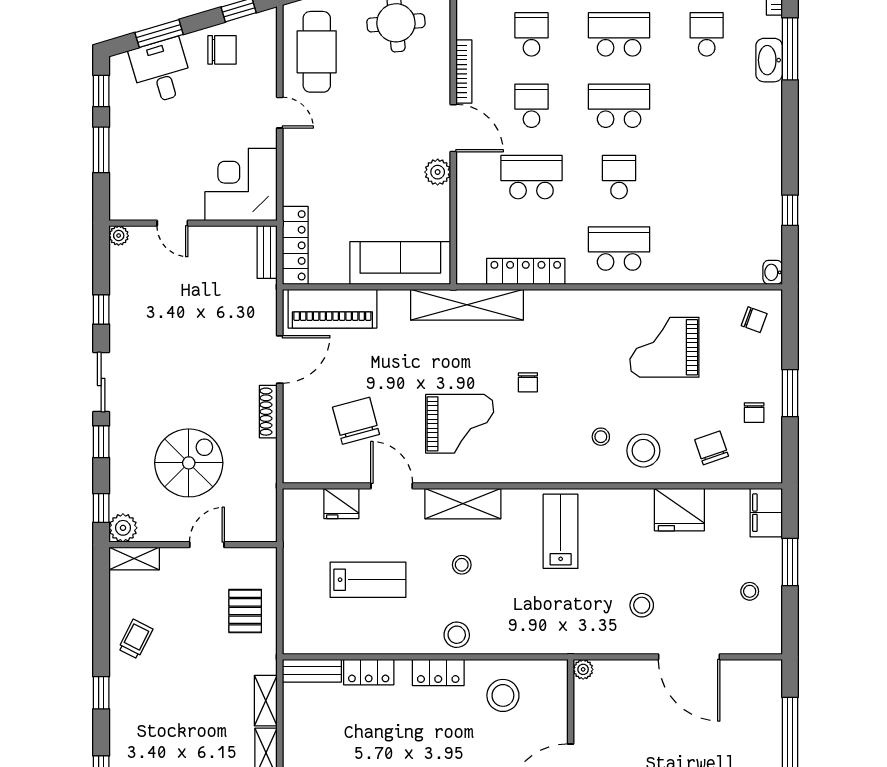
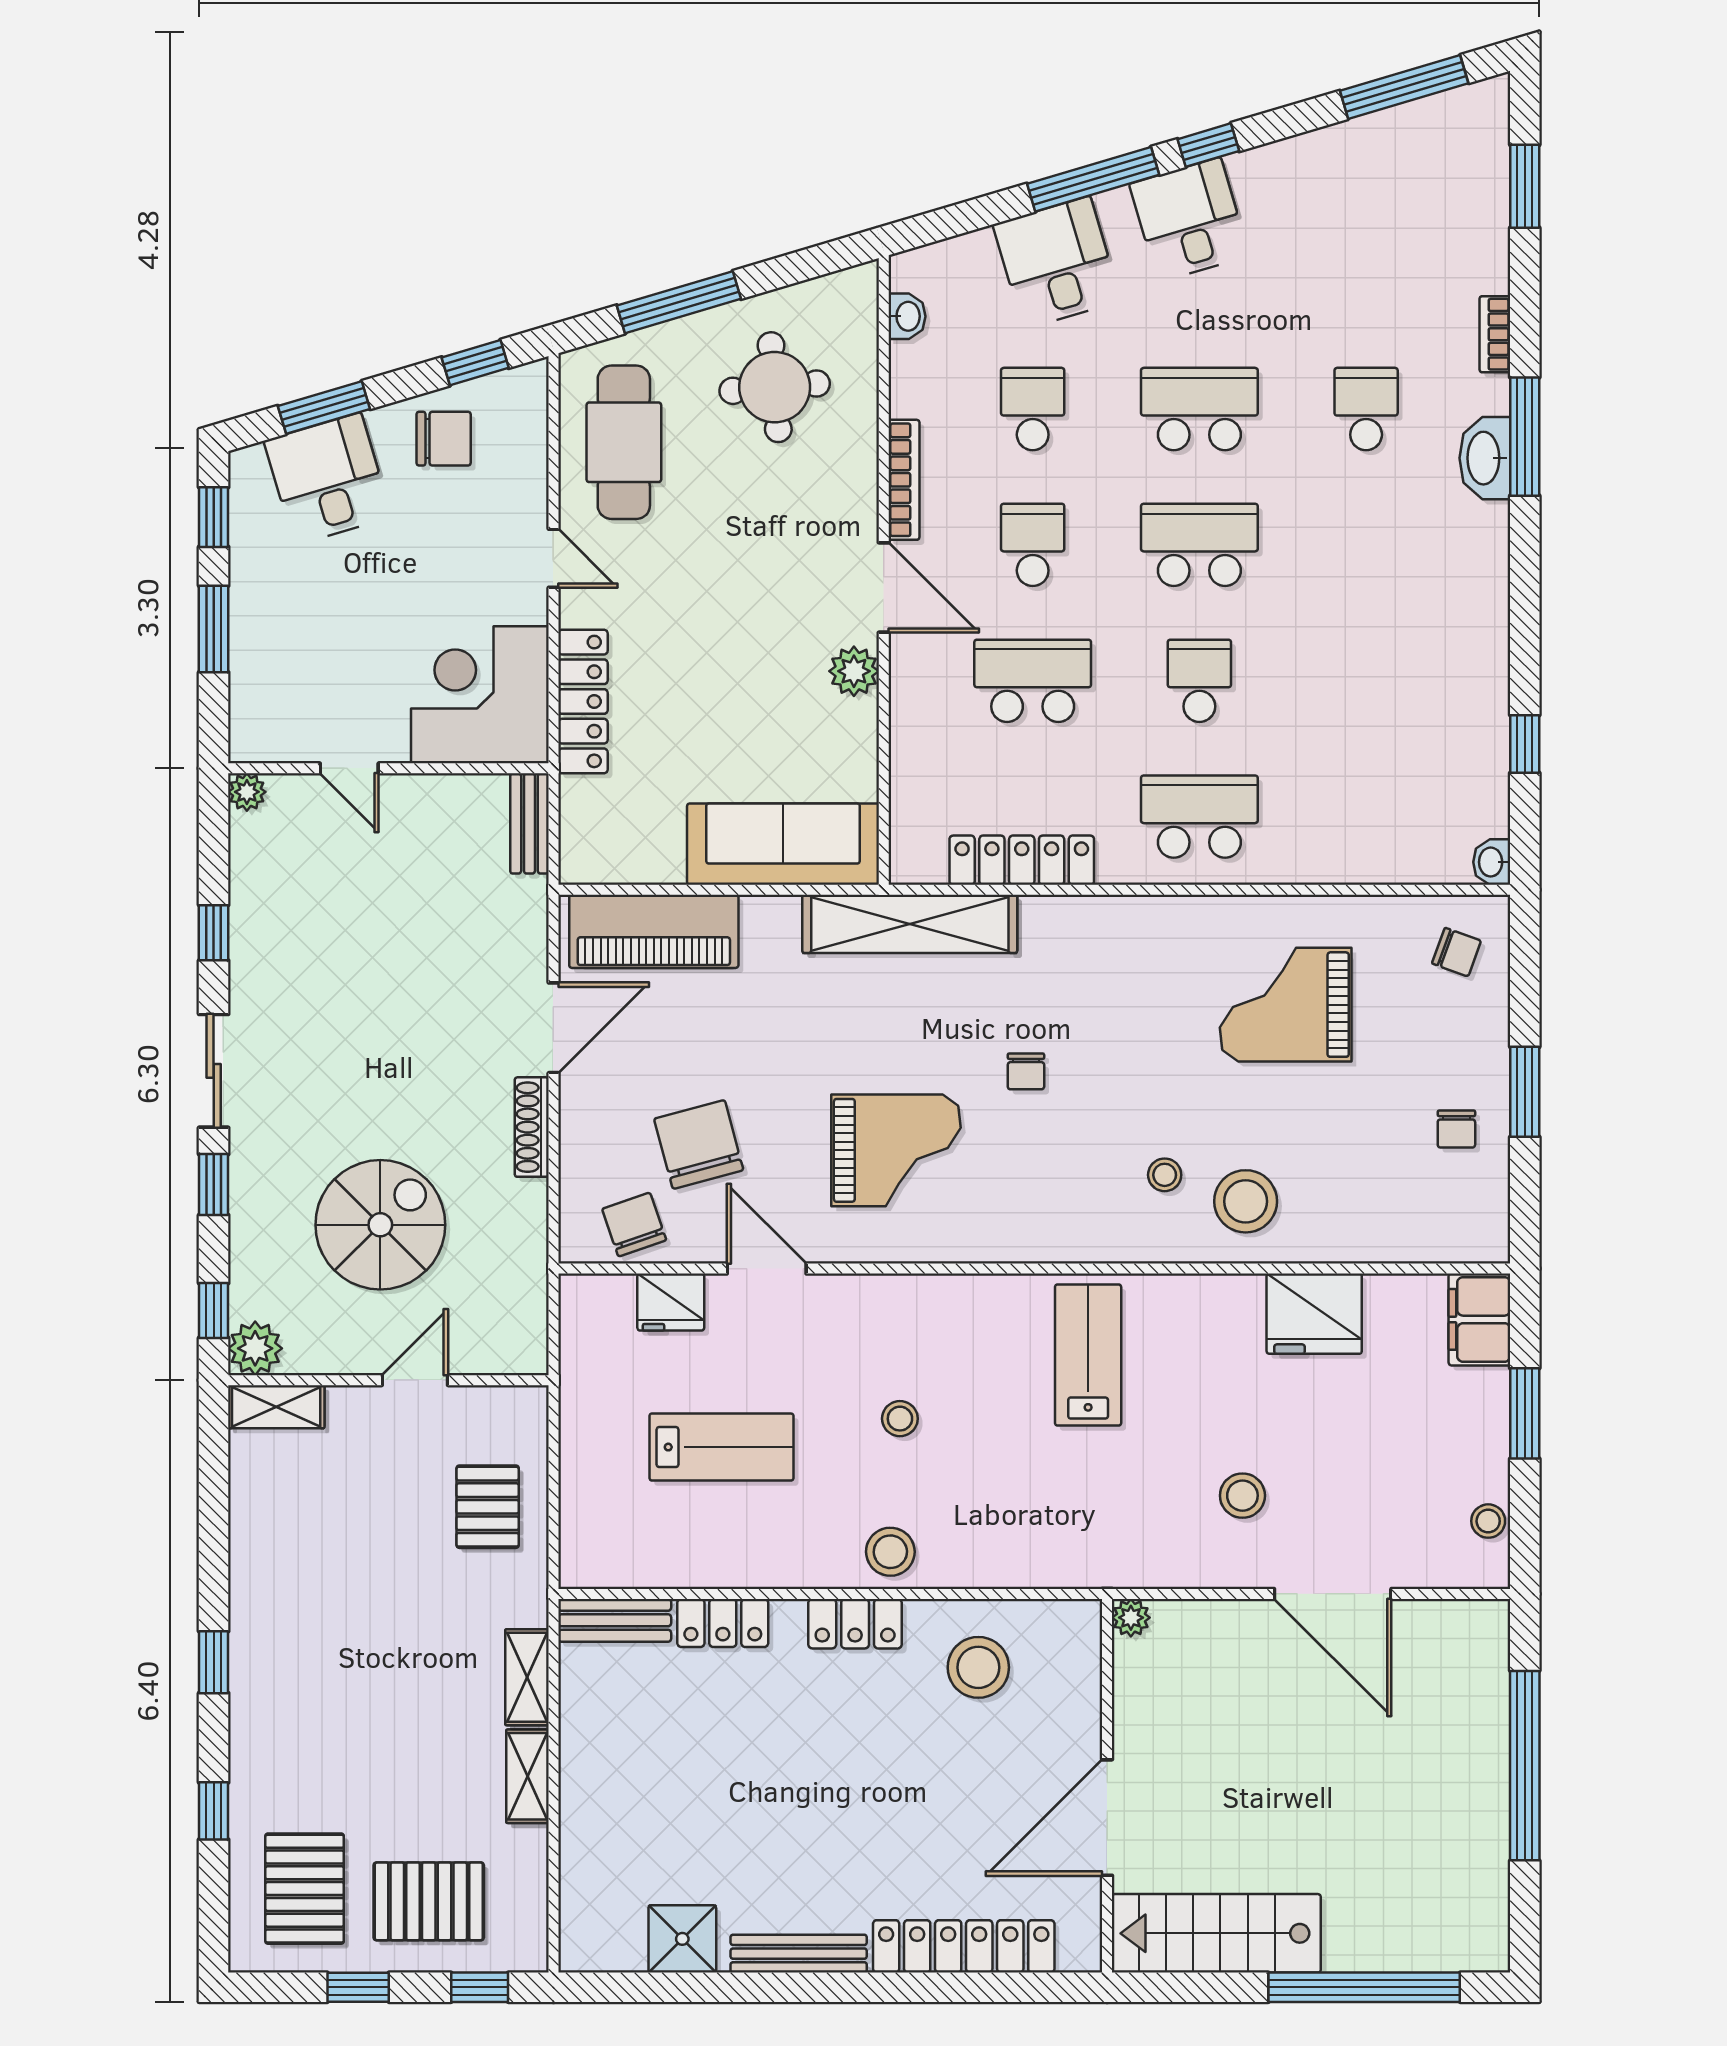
locker: (295, 245) -> (583, 701), moved
chair: (712, 448) -> (634, 1225), moved
shelving: (463, 504) -> (902, 1302), removed
stool: (750, 591) -> (1488, 1521), moved
trolley: (136, 639) -> (279, 1560), removed

